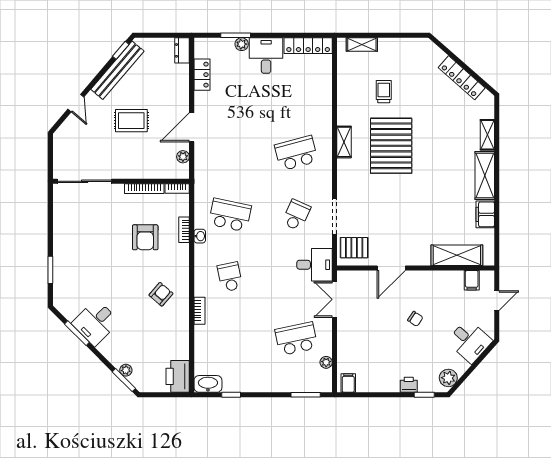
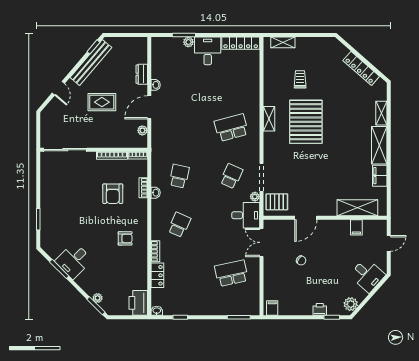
dresser: (182, 50) -> (142, 74), moved
locker: (202, 75) -> (157, 275), moved
washbasin: (200, 99) -> (156, 85), added
school desk: (230, 215) -> (179, 176), width x0.54
school desk: (230, 277) -> (179, 225), turned 36
filing cabinet: (472, 280) -> (356, 227), moved
armchair: (161, 294) -> (125, 238), turned 49
chair: (415, 319) -> (301, 260), moved
plant: (326, 362) -> (255, 197), moved
washbasin: (208, 384) -> (157, 311), width x0.52, depth x0.69

